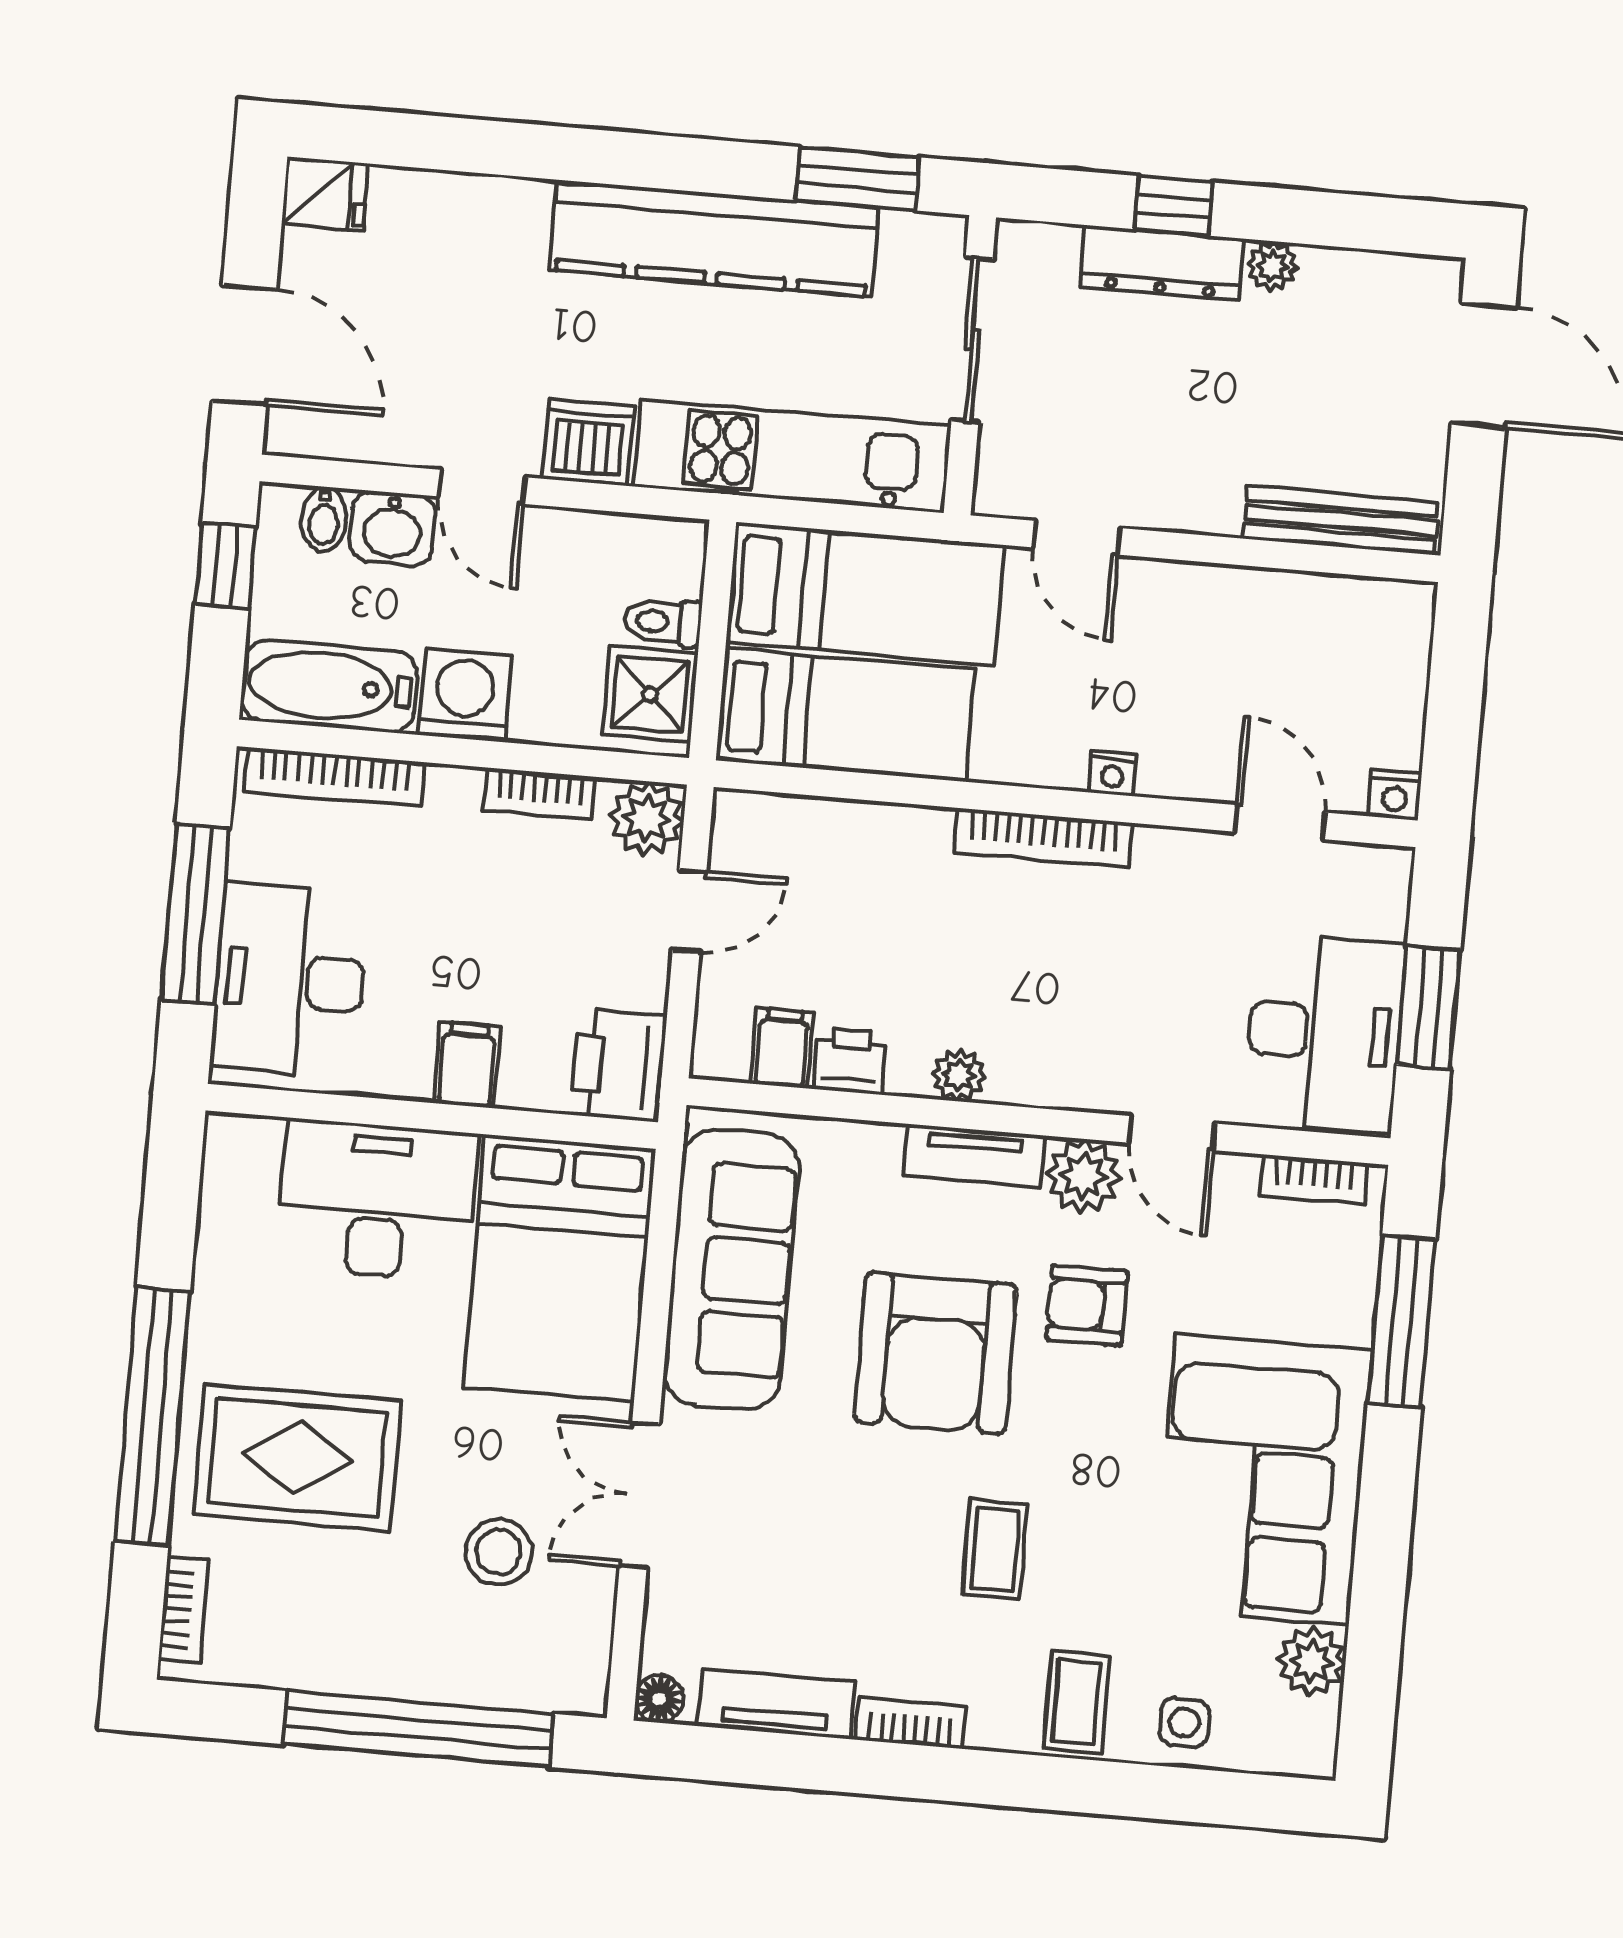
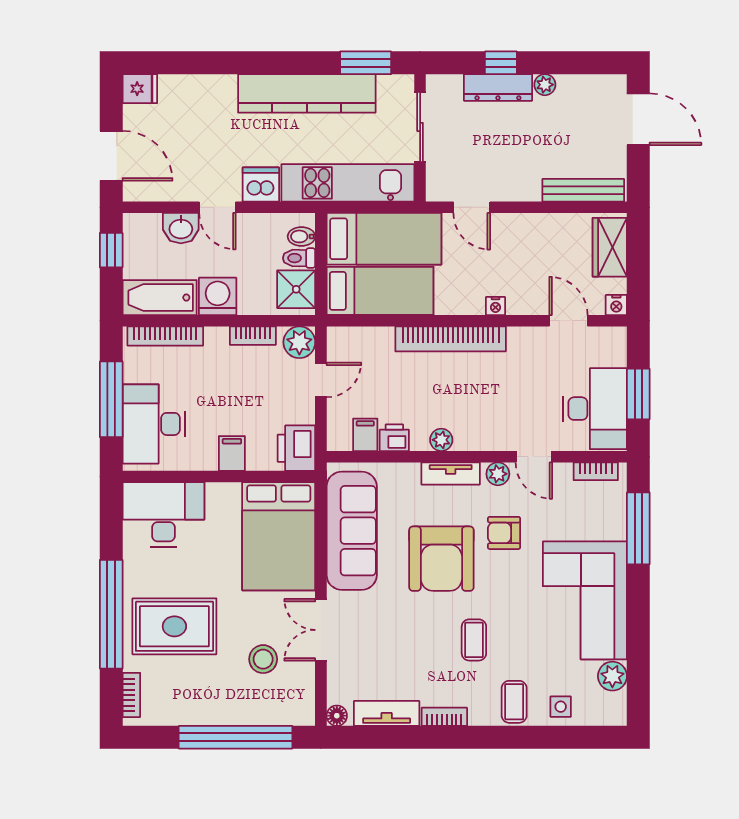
bidet: (324, 519) -> (301, 236), moved, turned 90
wardrobe: (1391, 659) -> (610, 247), added
bookcase: (1043, 838) -> (451, 339), width x1.48, depth x1.31
plant: (1083, 1176) -> (498, 474), width x0.73, depth x0.73
desk: (378, 1201) -> (163, 514), moved

